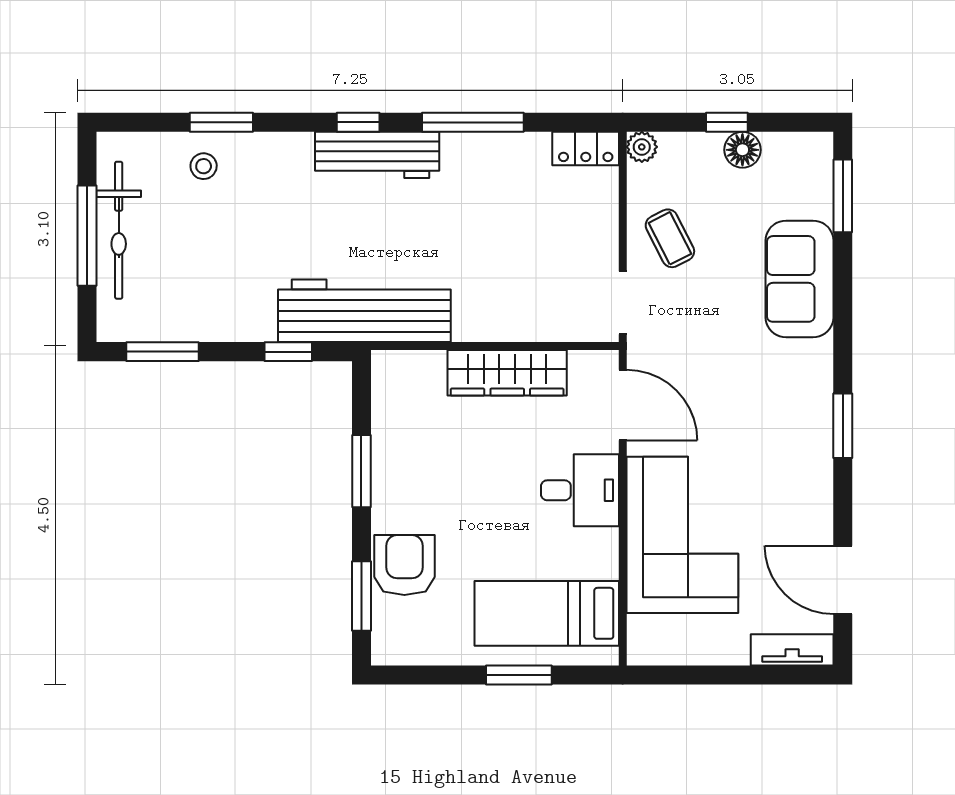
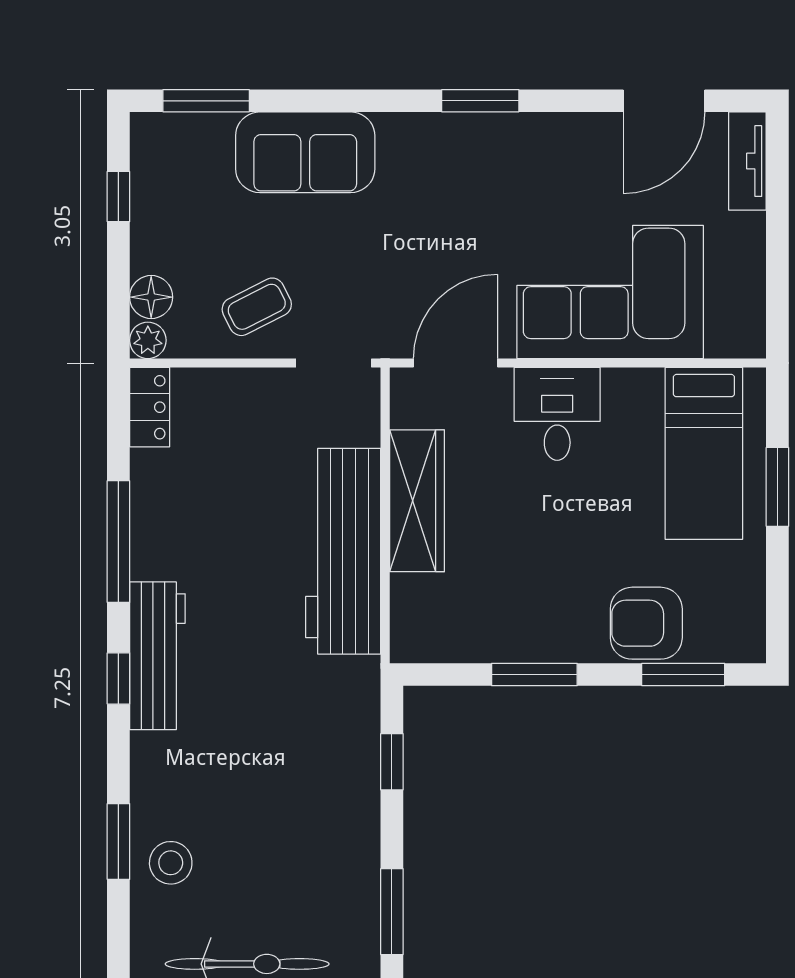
window: (727, 122) -> (118, 197), moved
floor lamp: (742, 150) -> (151, 297), moved
stool: (204, 166) -> (171, 863), width x1.37, depth x1.37
workbench: (364, 311) -> (343, 551), moved

